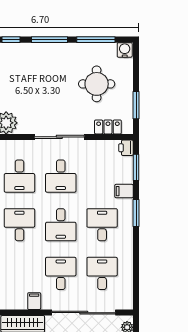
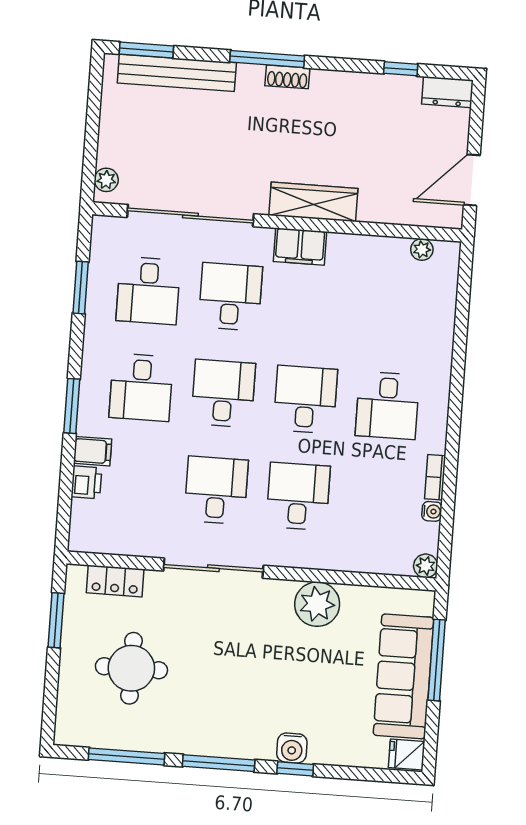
water cooler: (125, 50) -> (292, 748), moved
printer: (126, 148) -> (86, 482), moved
window: (136, 167) -> (81, 288), moved
desk: (19, 225) -> (305, 399), turned 180
desk: (61, 273) -> (230, 297), turned 180
filing cabinet: (34, 301) -> (300, 246), width x2.00

